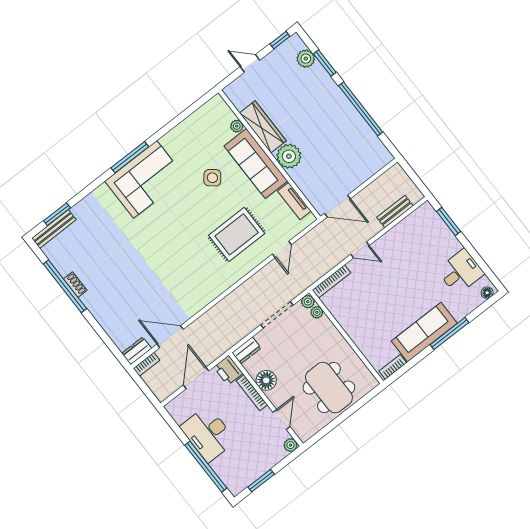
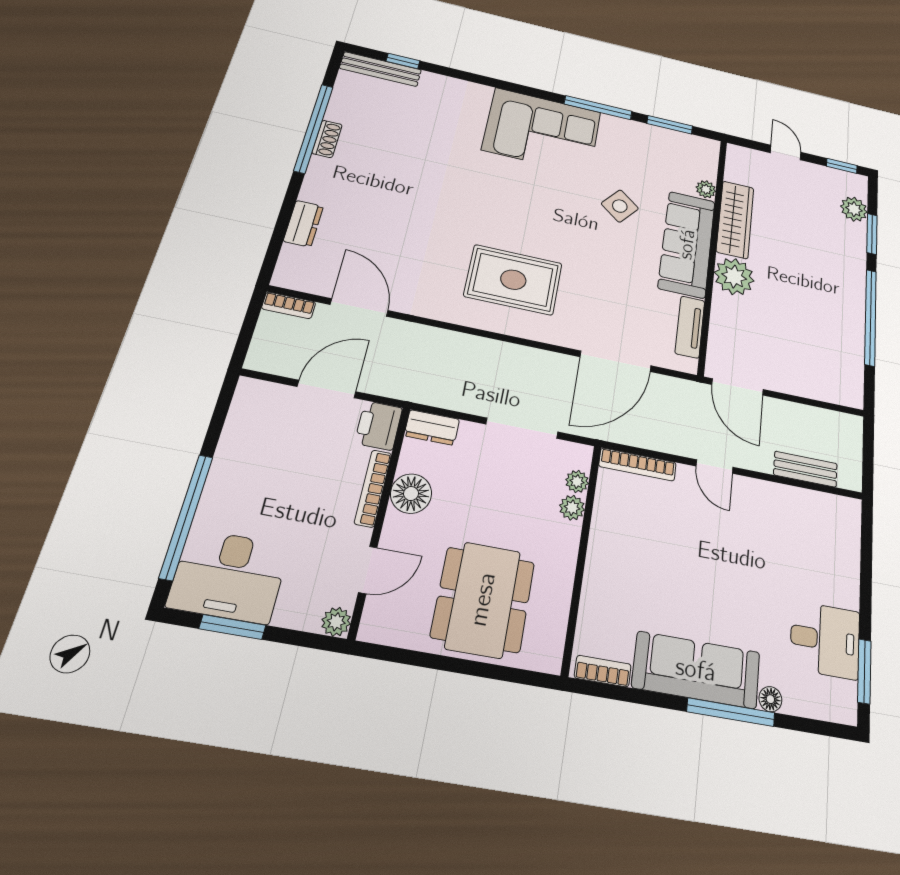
window: (190, 110) -> (670, 125), added
window: (130, 157) -> (598, 108), moved
window: (57, 214) -> (403, 61), width x0.67
window: (449, 222) -> (864, 671), moved
rug: (237, 234) -> (513, 280), moved
door: (282, 249) -> (616, 361), width x1.88
floor lamp: (487, 293) -> (770, 699), moved
plant: (308, 302) -> (572, 508), moved
dresser: (137, 351) -> (303, 224), moved, turned 90
desk: (208, 434) -> (229, 576), moved, turned -90

